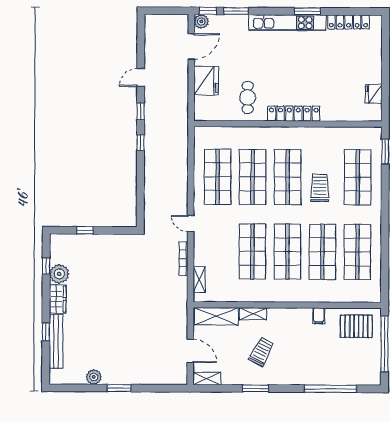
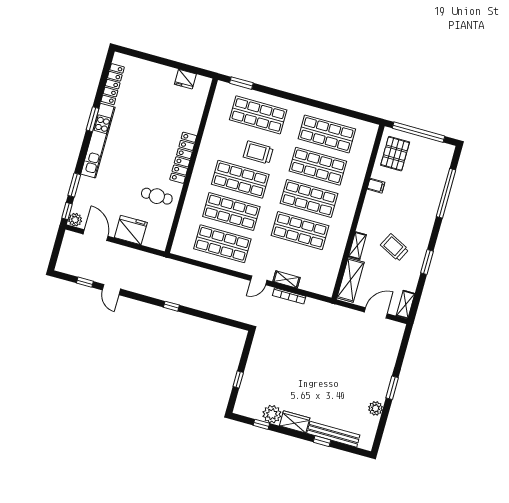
window: (141, 111) -> (85, 282), moved
shelving: (199, 279) -> (287, 279), moved

